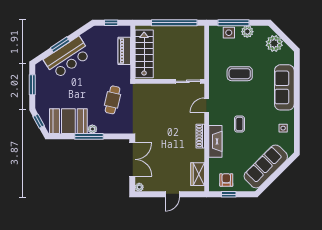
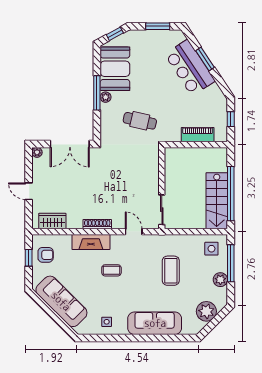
side table: (229, 33) -> (211, 249), moved
stairs: (144, 54) -> (217, 201), moved, turned 90

